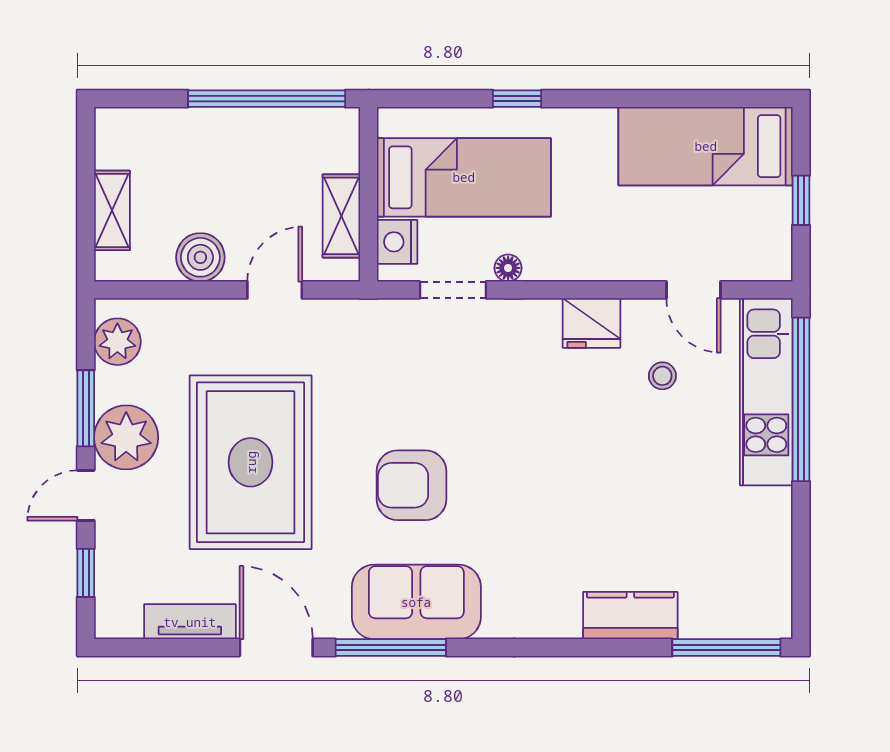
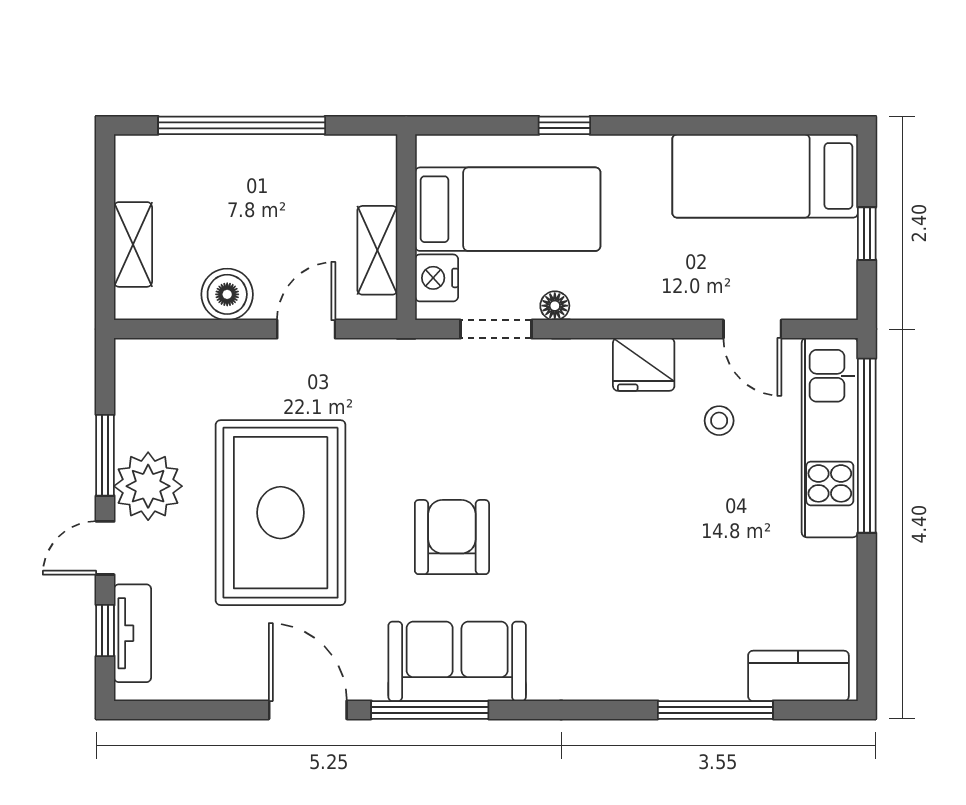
window: (267, 99) -> (242, 125), moved
plant: (117, 342) -> (139, 384), removed
armchair: (411, 485) -> (452, 537), turned 90
kitchen counter: (630, 616) -> (798, 676), moved
tv unit: (190, 622) -> (133, 633), moved, turned 90
window: (726, 648) -> (715, 710), moved

